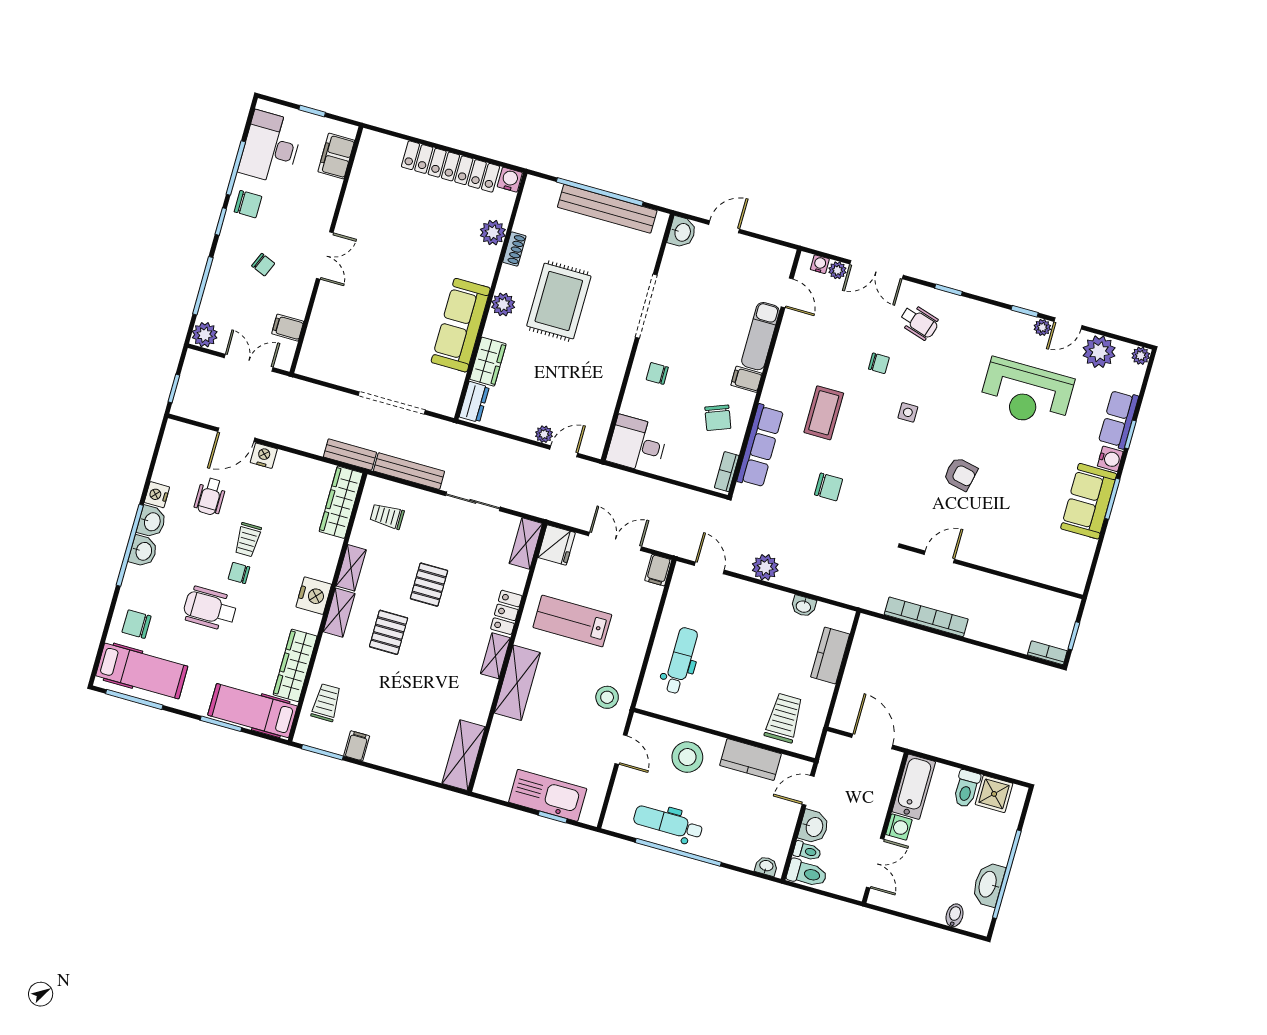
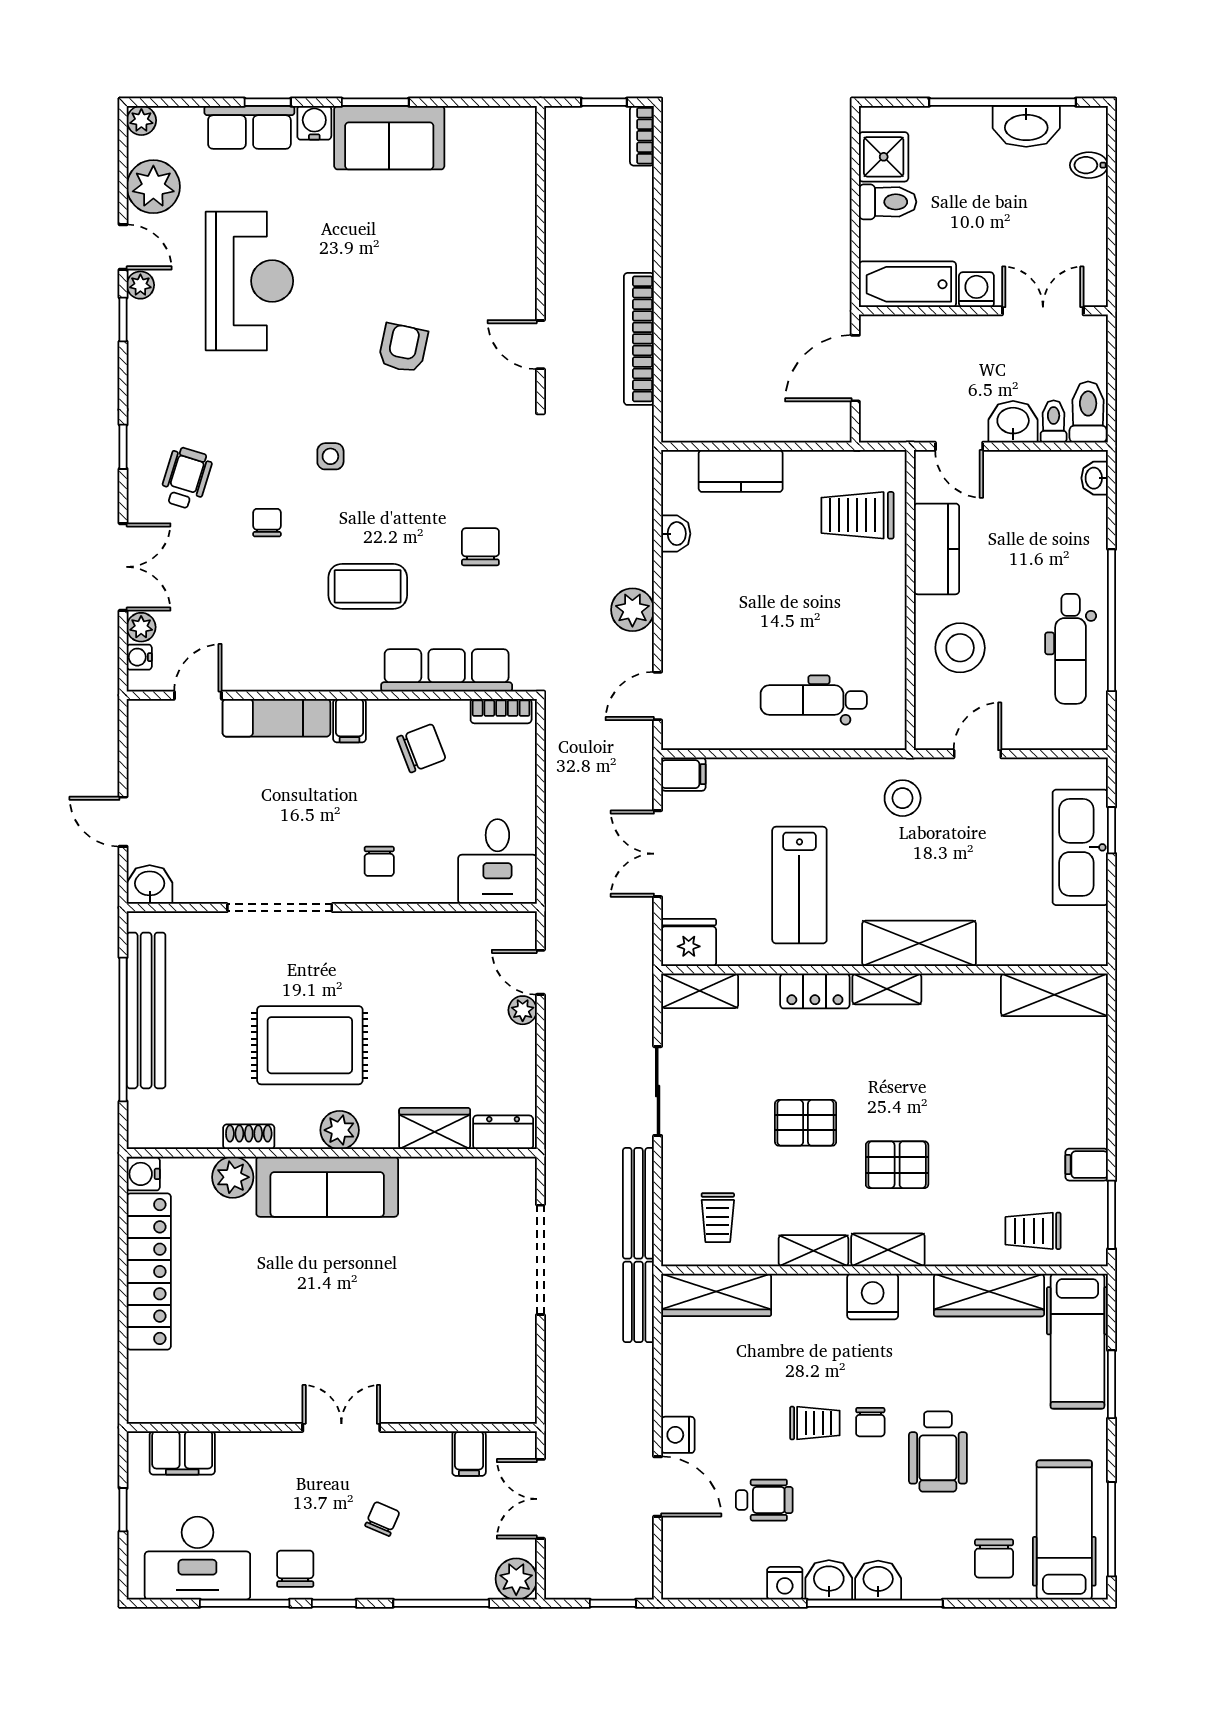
sofa: (461, 325) -> (327, 1187), moved

